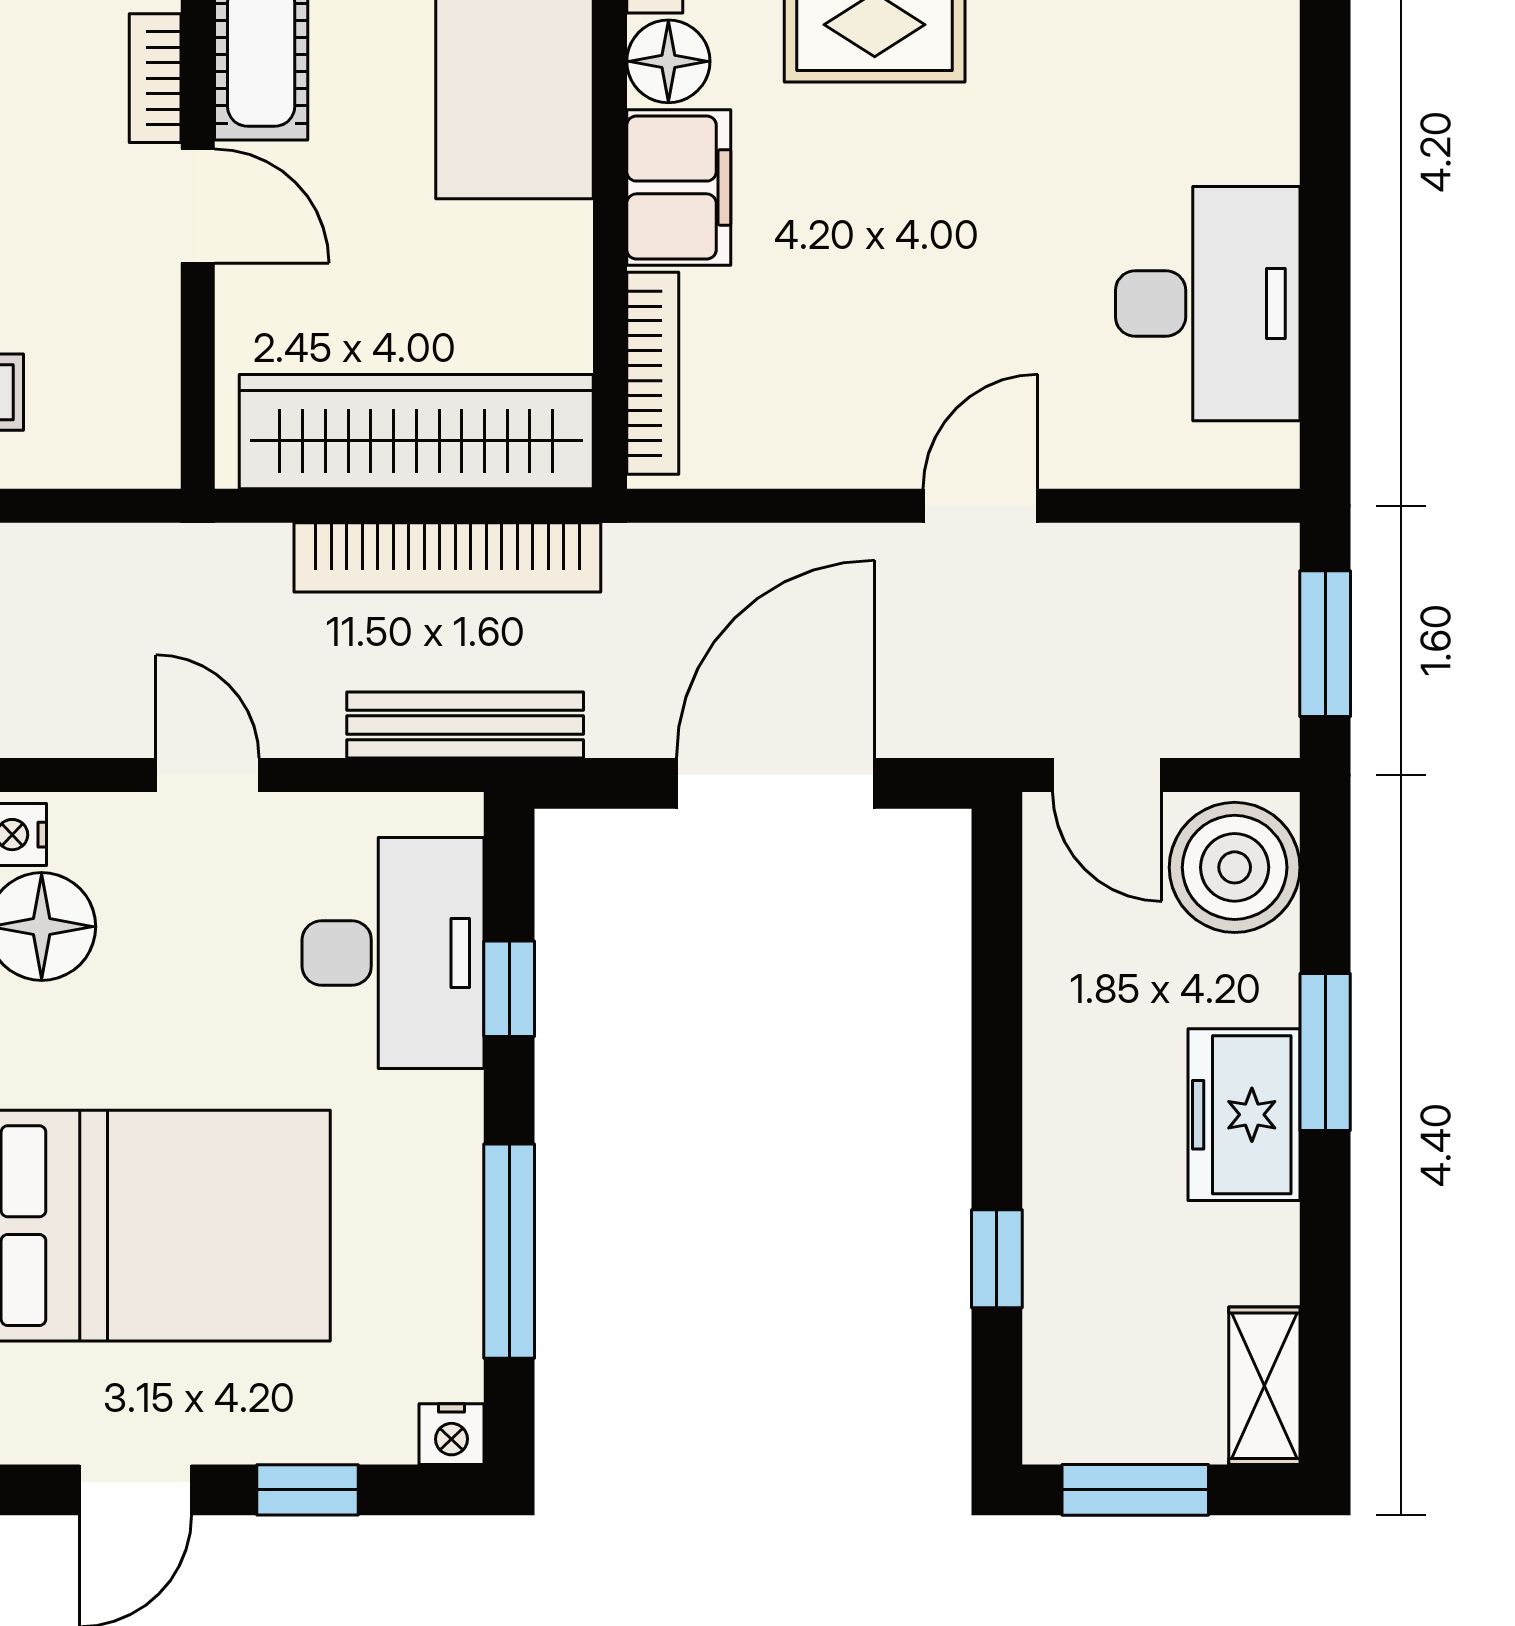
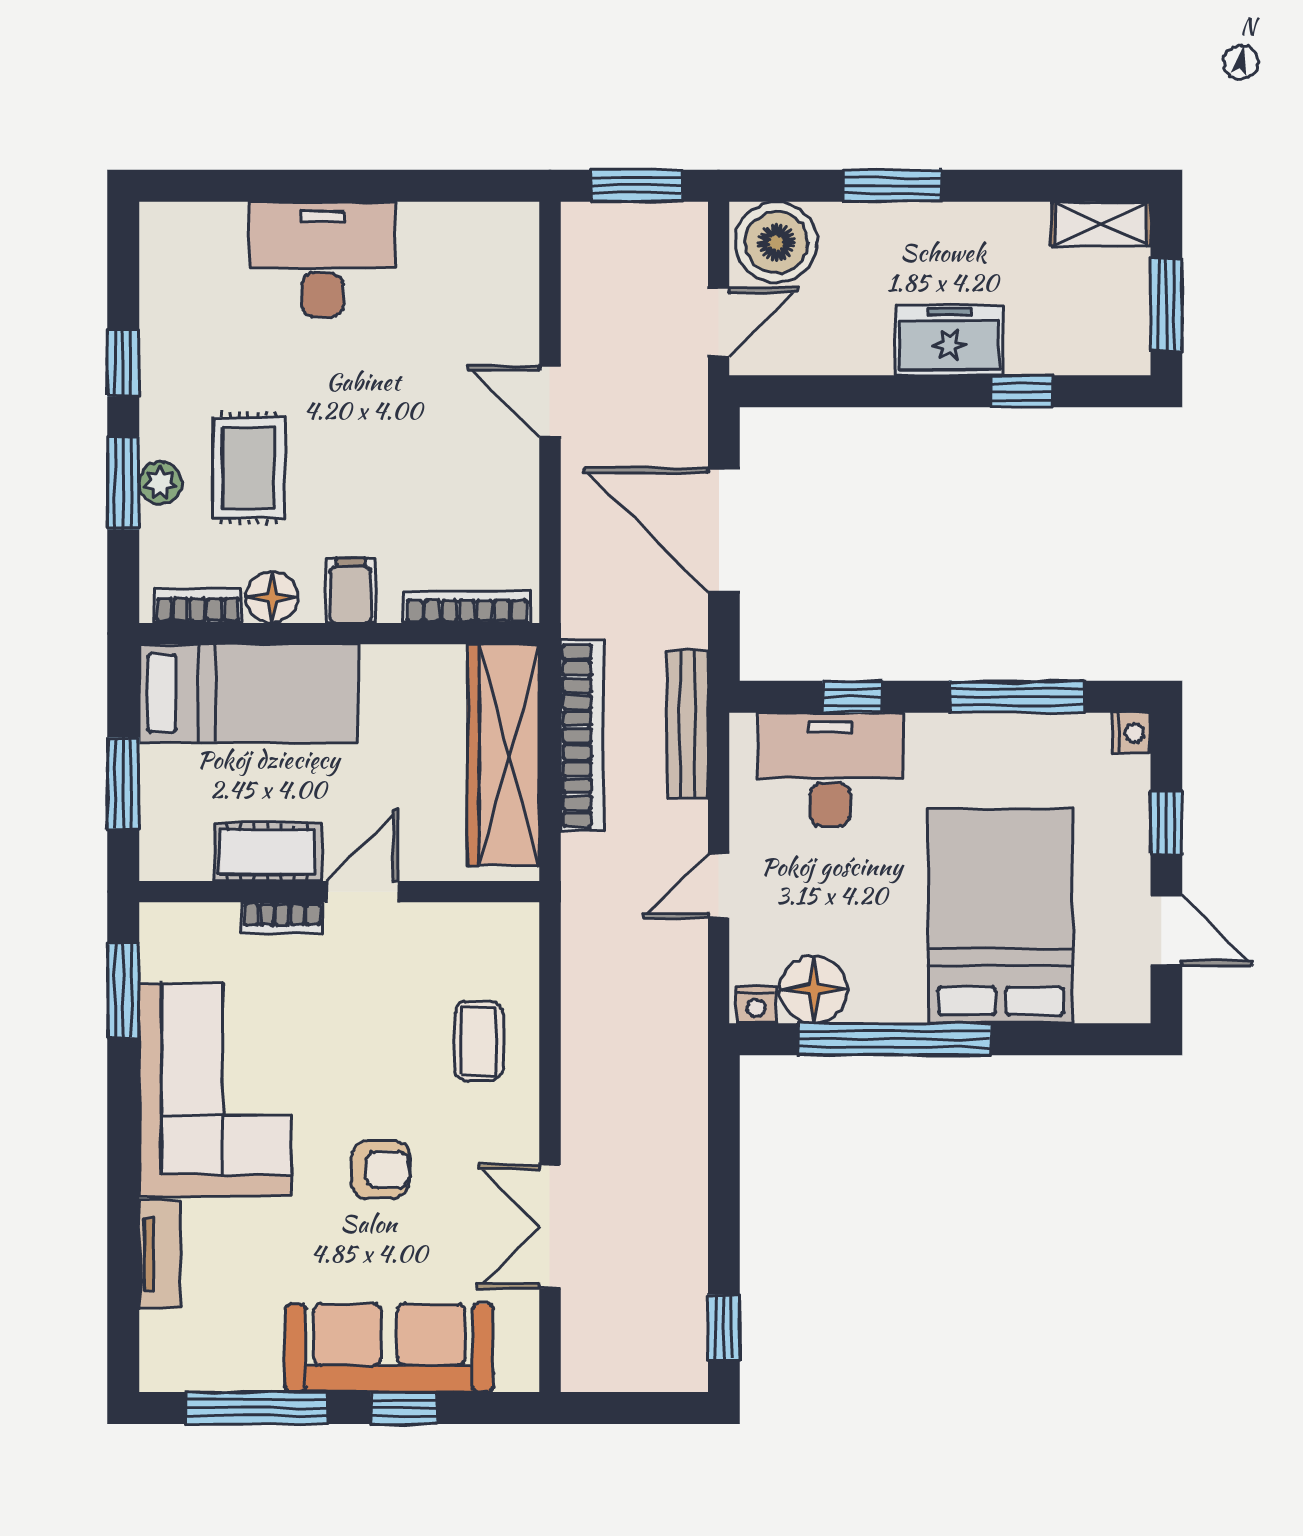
filing cabinet: (679, 187) -> (351, 590), width x0.50
desk: (1208, 304) -> (322, 259), moved
freezer: (1244, 1115) -> (949, 340), moved, turned 180

